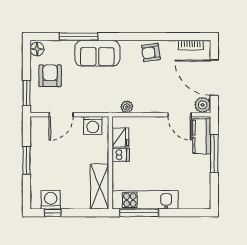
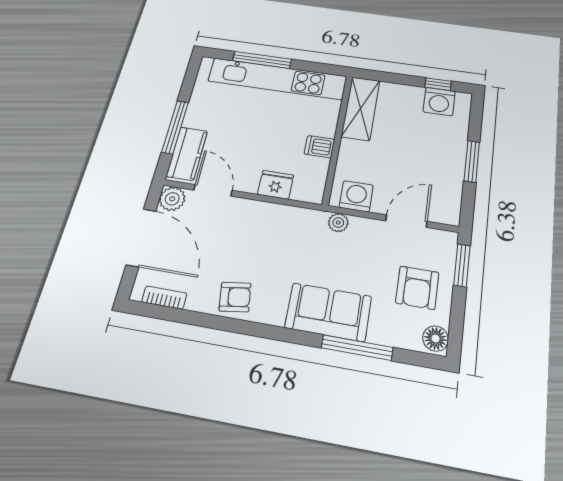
plant: (127, 107) -> (338, 223), moved
fridge: (120, 137) -> (276, 185), moved, turned 90
kitchen unit: (145, 200) -> (277, 79), width x1.36
window: (139, 213) -> (262, 60), moved

